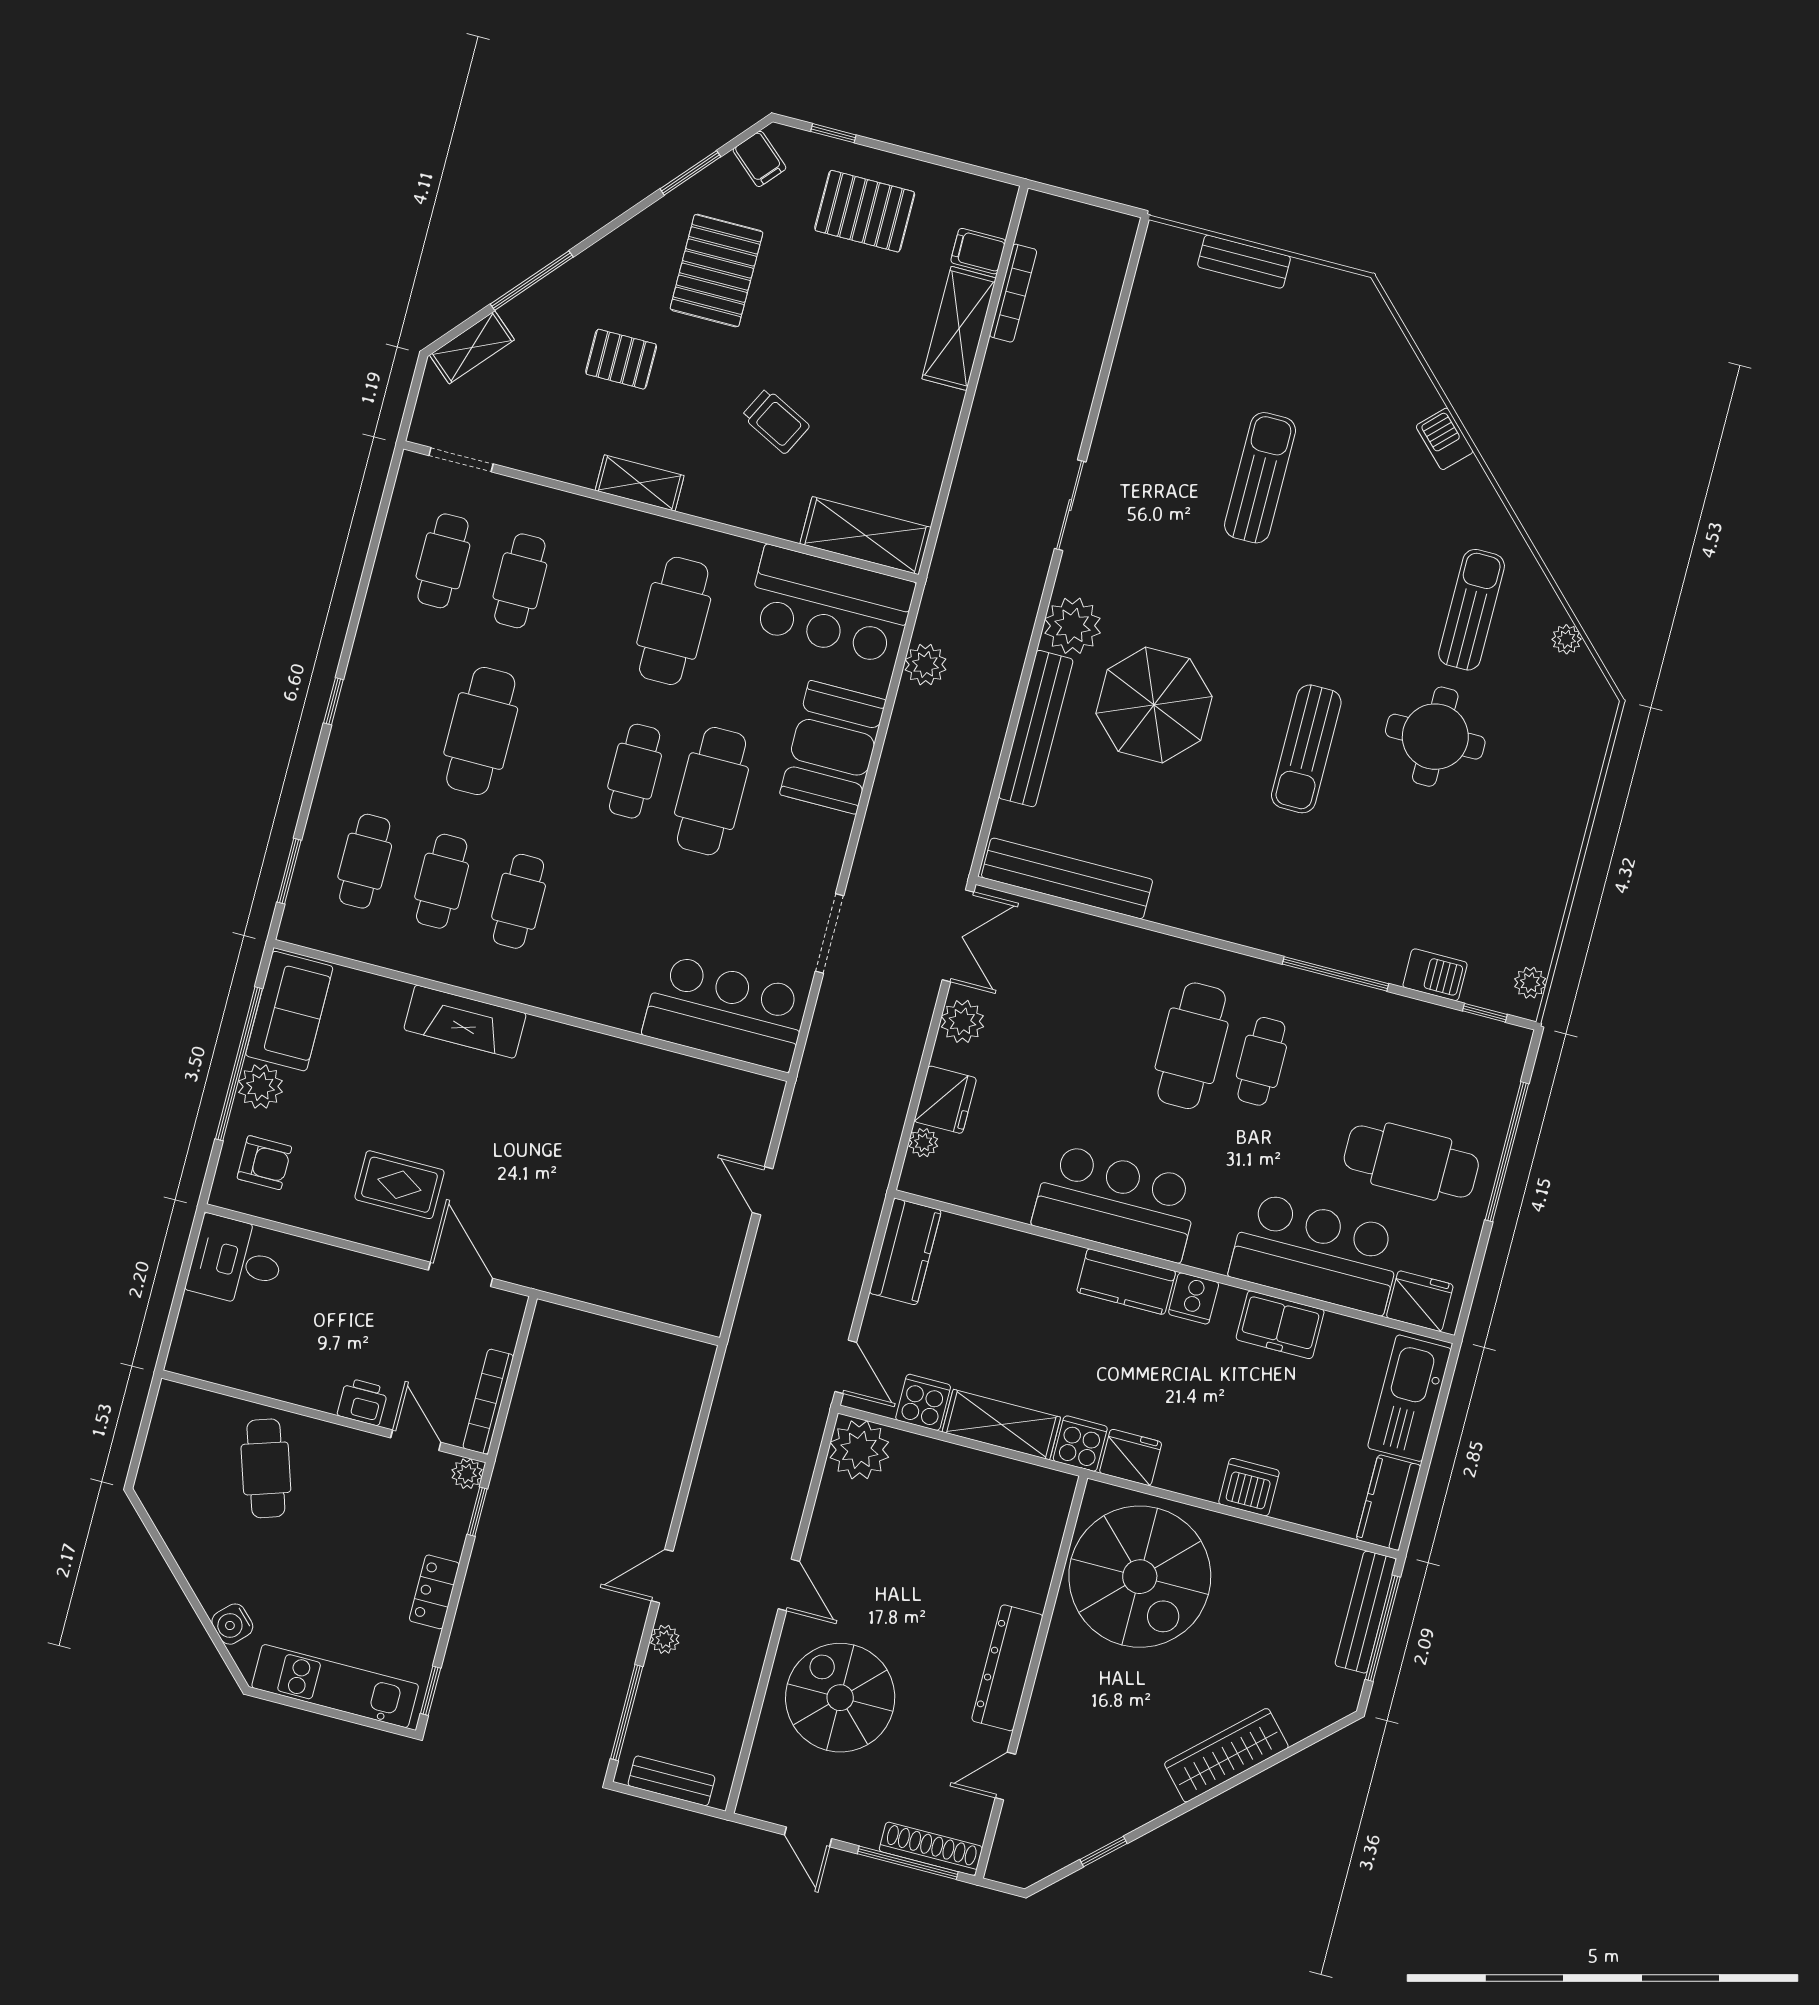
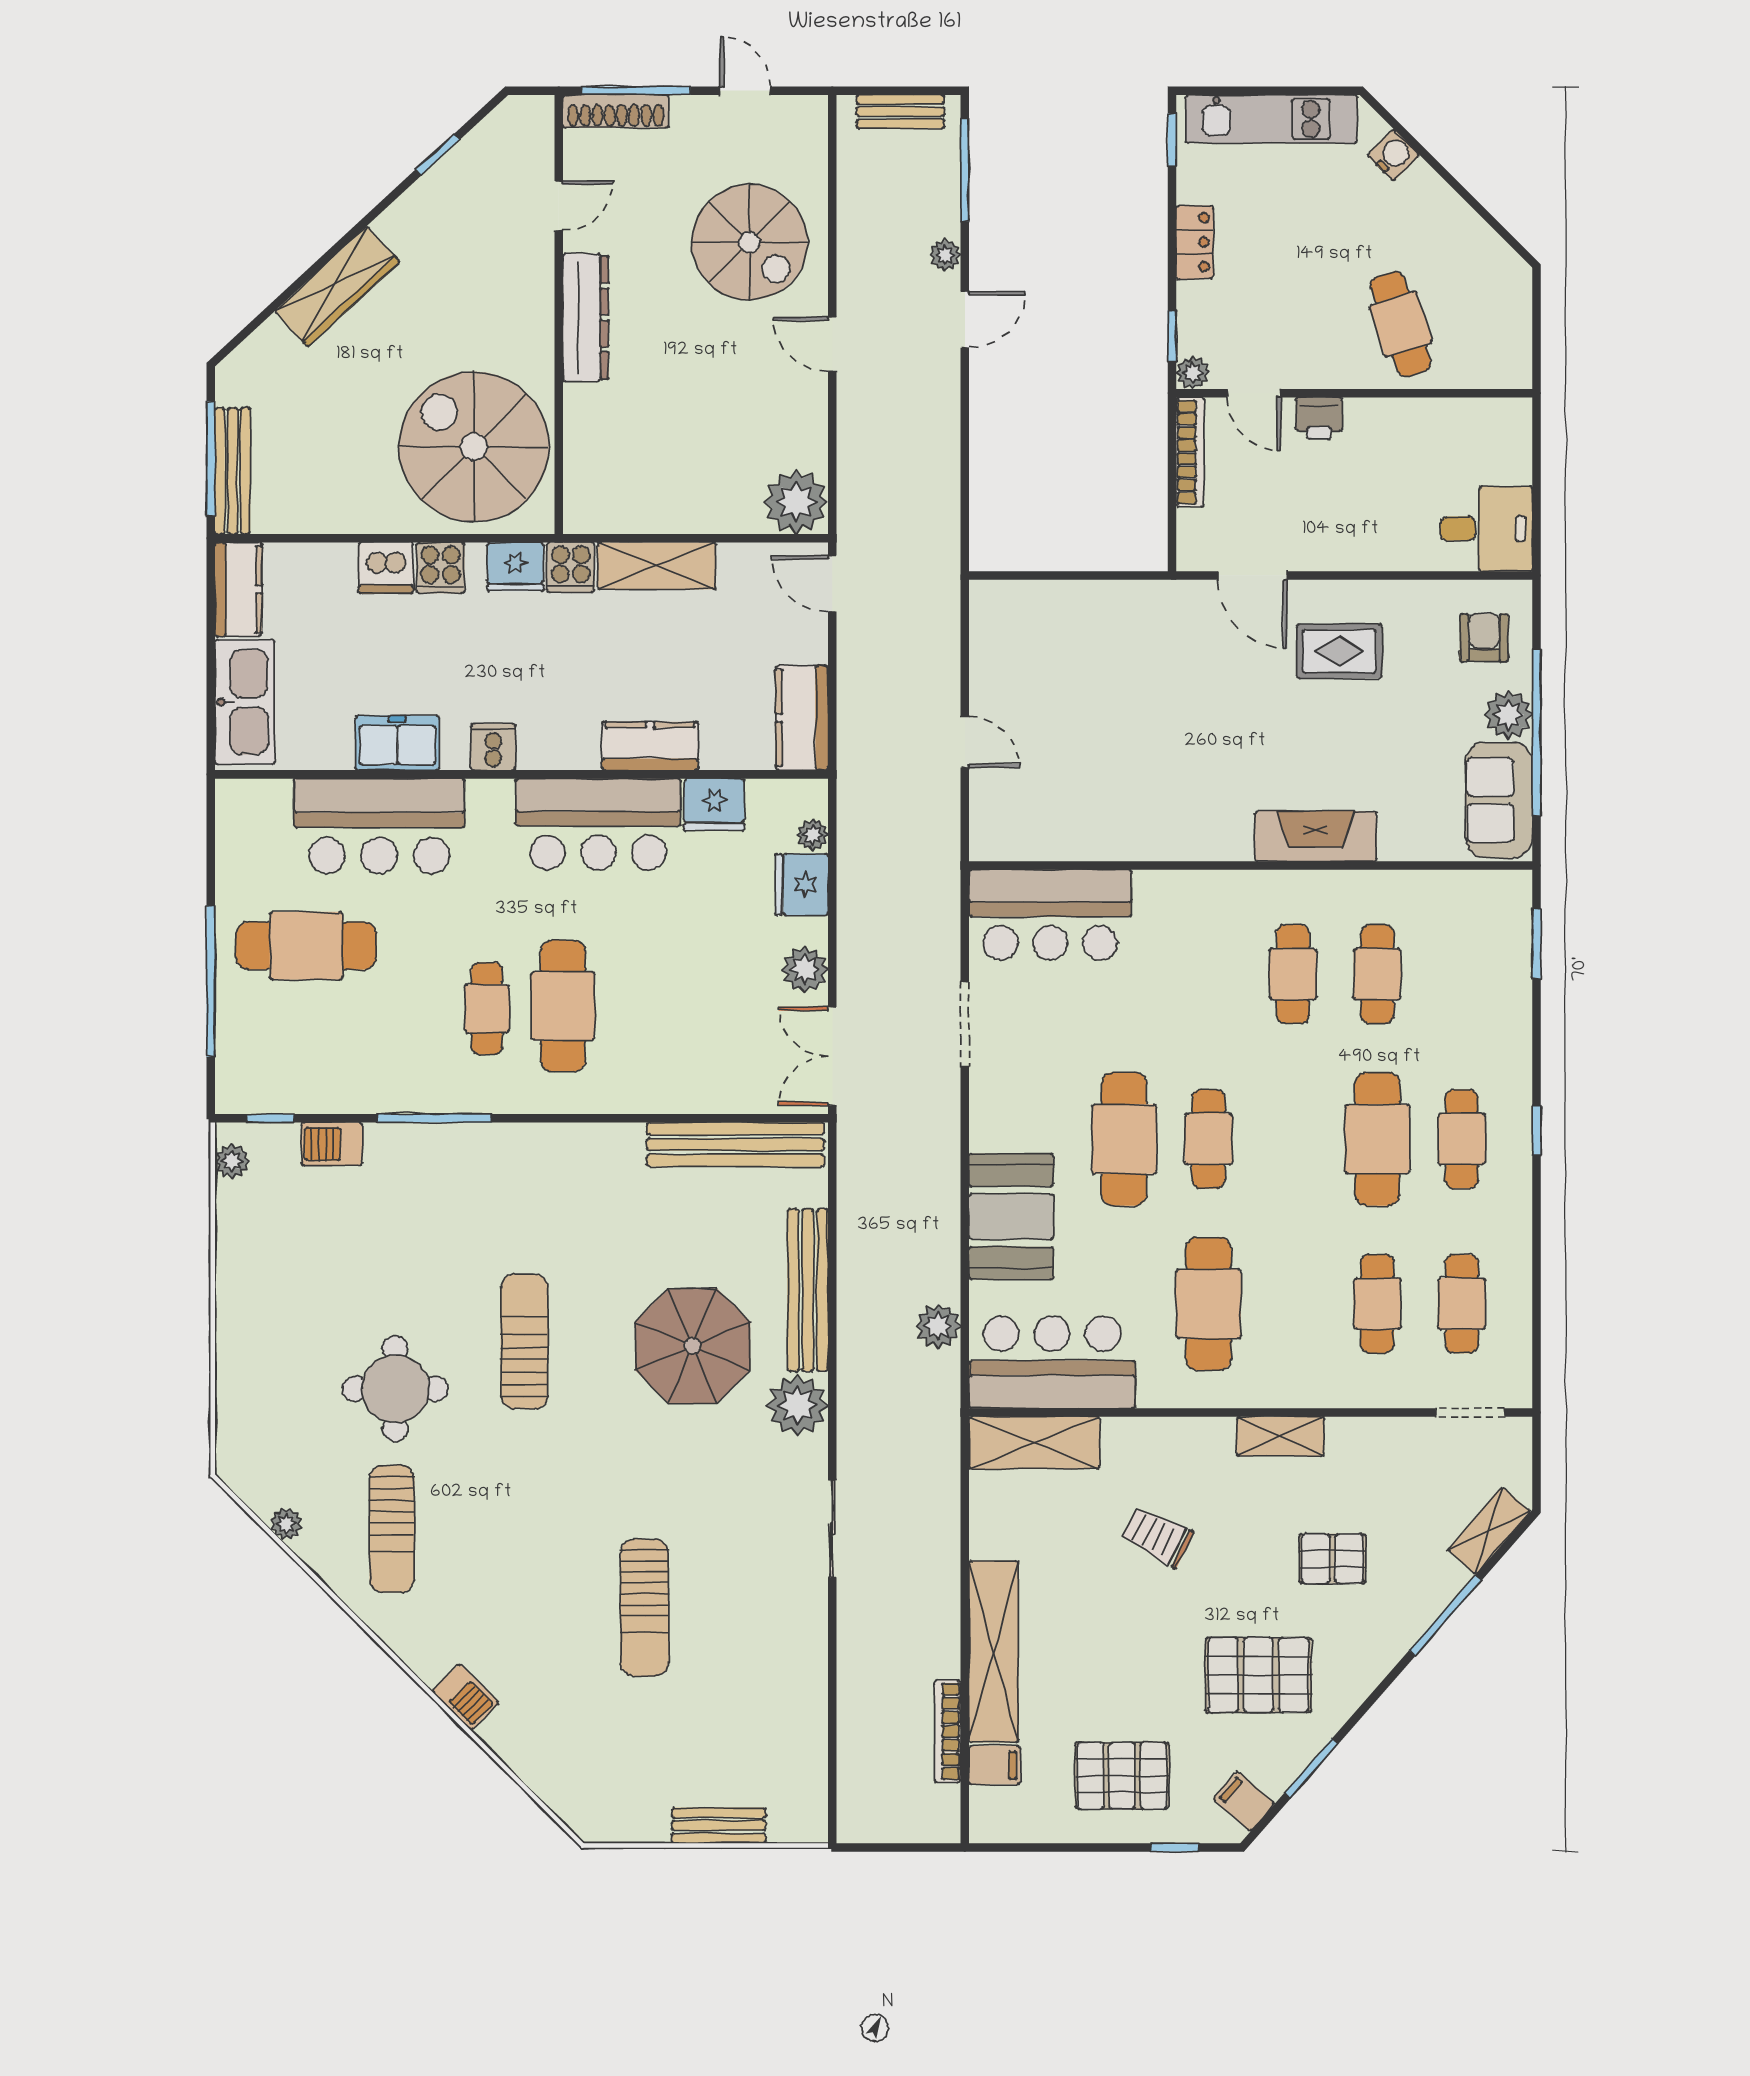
pallet: (716, 271) -> (1258, 1675), turned 90
shelving: (959, 328) -> (994, 1652), width x1.47
cafe table: (365, 861) -> (1462, 1139), moved
armchair: (264, 1163) -> (1484, 638), turned 90
kitchen counter: (1126, 1282) -> (650, 746), moved
fridge: (1420, 1301) -> (714, 805), moved
cooker: (923, 1402) -> (441, 568), moved

